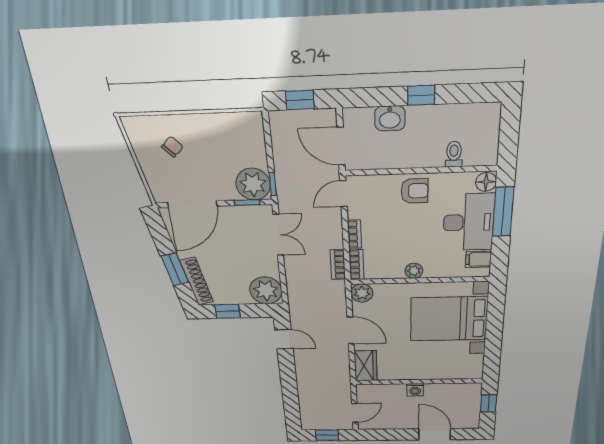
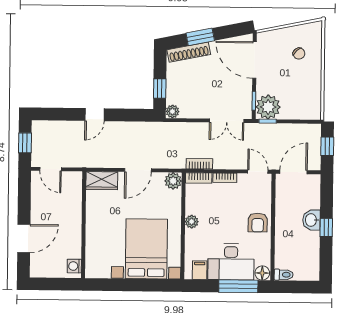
washbasin: (390, 118) -> (311, 220), moved
toilet: (454, 154) -> (284, 275), moved
plant: (266, 290) -> (172, 111), width x0.53, depth x0.53
window: (228, 311) -> (160, 89), moved
door: (284, 339) -> (95, 115), moved
washing machine: (415, 390) -> (74, 266), moved
window: (489, 403) -> (58, 284), removed

